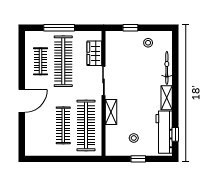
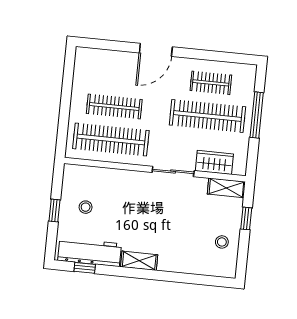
bicycle: (167, 68) -> (182, 266), removed
door: (22, 101) -> (156, 50), hinge flipped
shelving: (111, 112) -> (226, 188), moved

